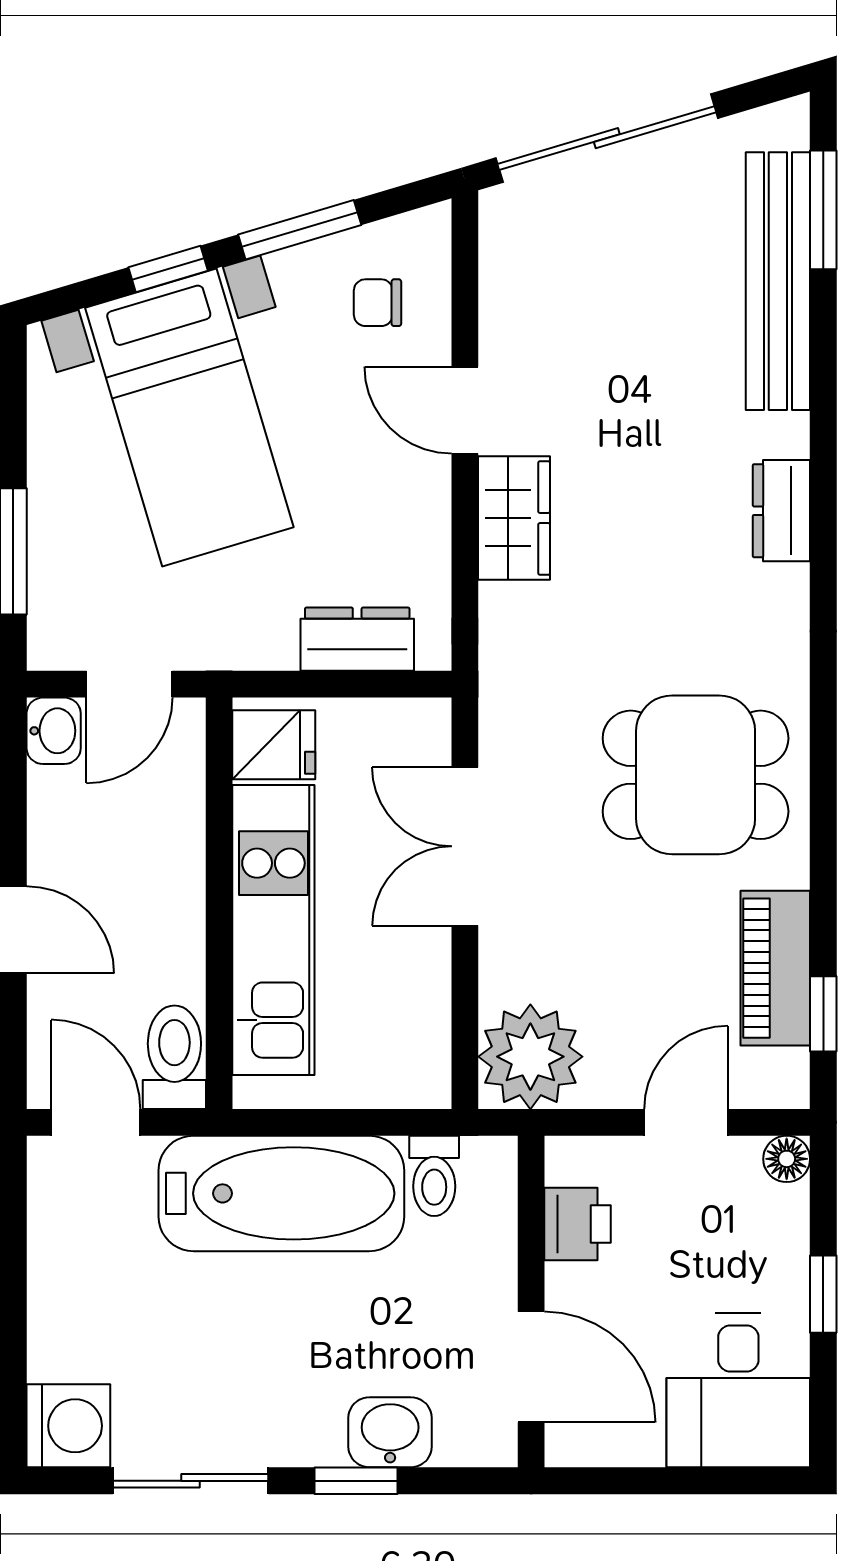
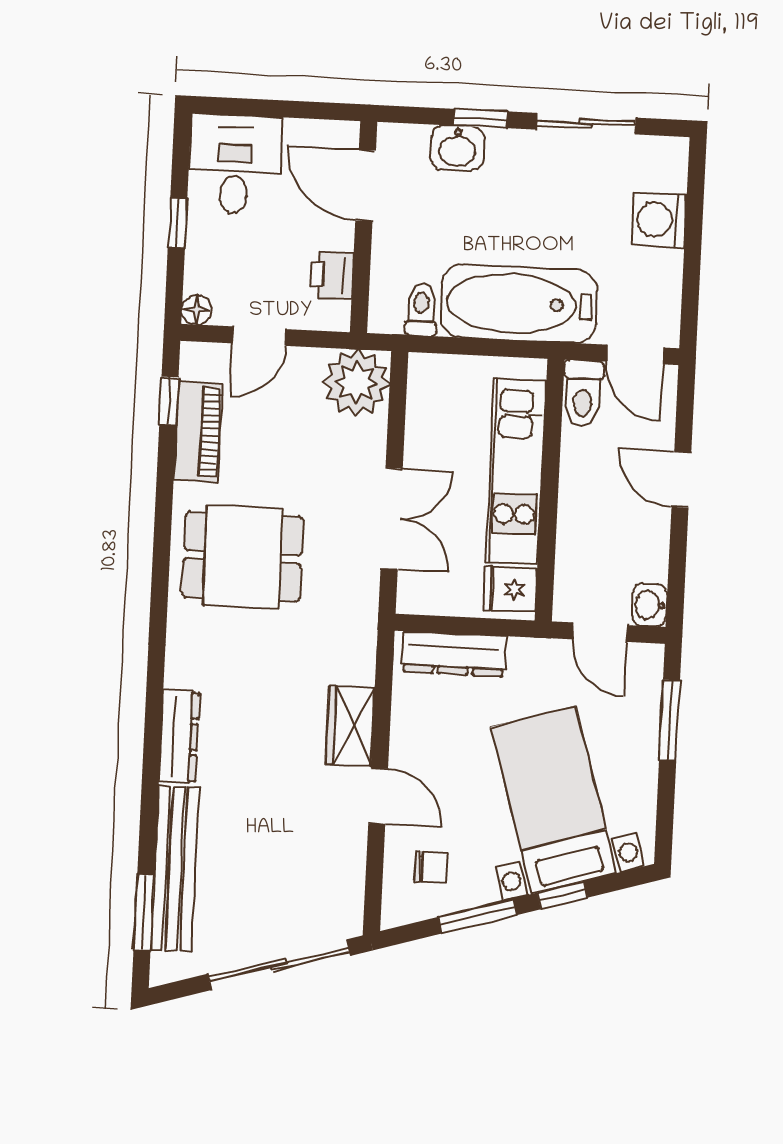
dresser: (781, 511) -> (179, 736), width x1.44
dresser: (357, 639) -> (454, 654), width x1.44
door: (129, 684) -> (600, 632), swing flipped
washing machine: (68, 1426) -> (659, 220), moved

